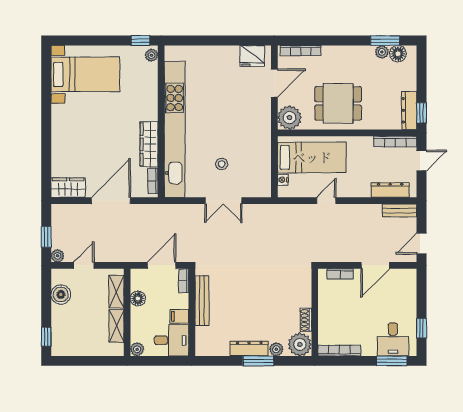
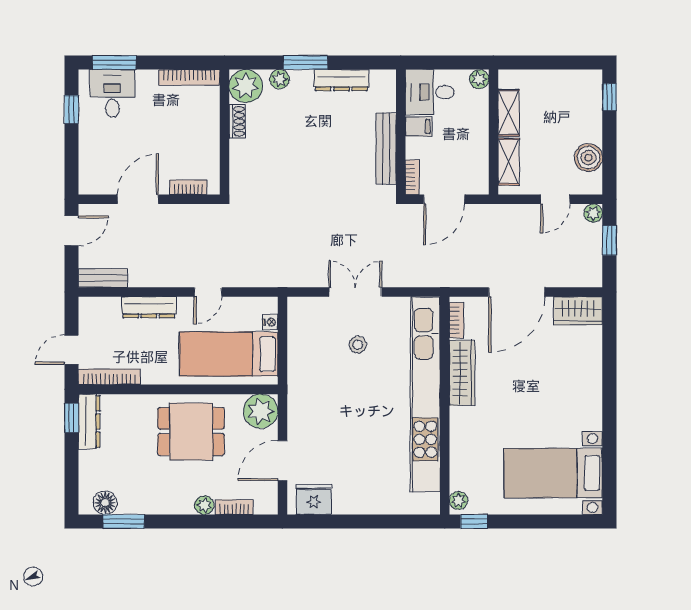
bookcase: (301, 51) -> (234, 507), width x0.64
plant: (382, 52) -> (204, 505), moved
dresser: (390, 190) -> (149, 307), moved
floor lamp: (138, 298) -> (478, 152), removed
dresser: (249, 349) -> (341, 80), moved

